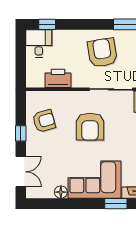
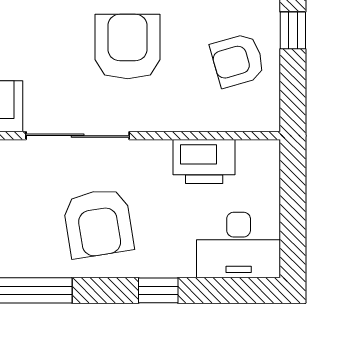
window: (47, 24) -> (158, 290), moved
desk: (39, 43) -> (239, 245), width x1.37

